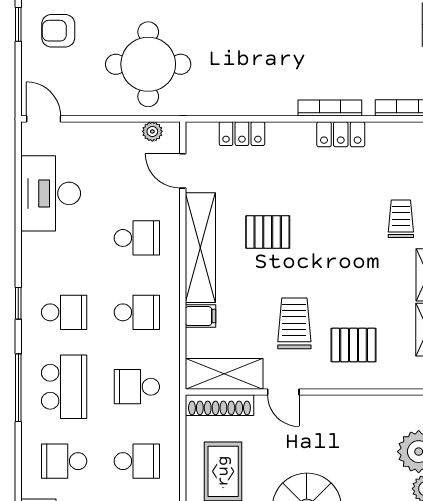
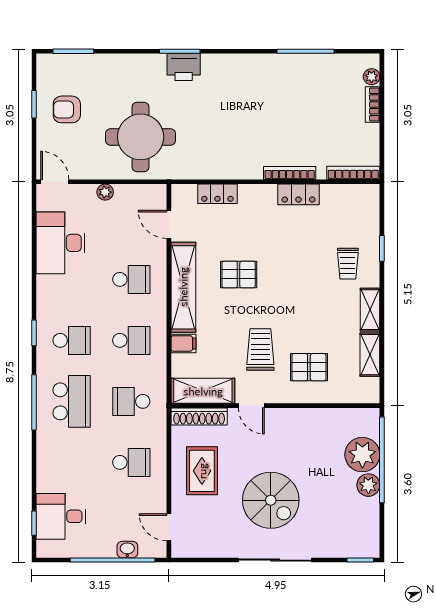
plant: (152, 131) -> (105, 192), moved
trolley: (401, 219) -> (348, 264), turned 180
school desk: (64, 461) -> (72, 462), removed

